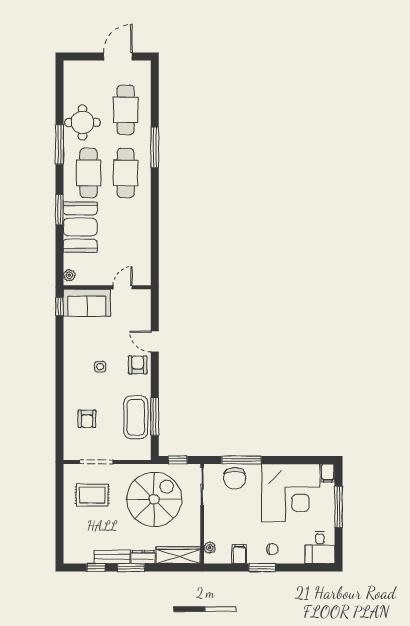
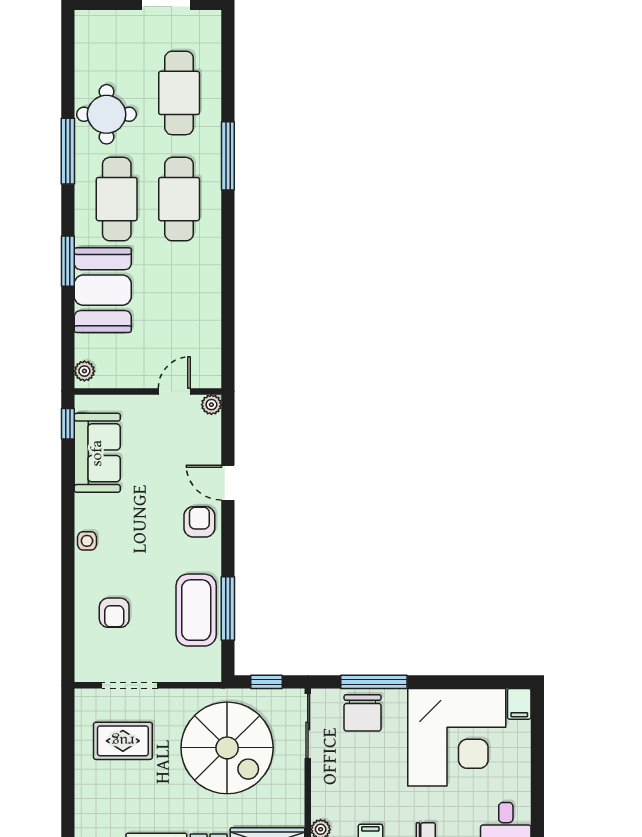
plant: (145, 295) -> (211, 405), added
sofa: (87, 303) -> (97, 453), moved, turned -90
side table: (100, 367) -> (87, 541), moved
spiral stairs: (154, 499) -> (227, 748), turned 90
window: (339, 507) -> (537, 761), removed

